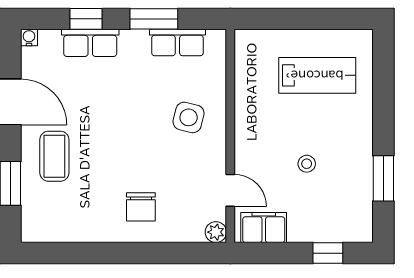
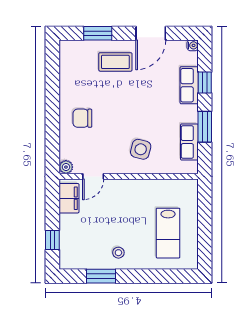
stool: (307, 164) -> (118, 253), moved

